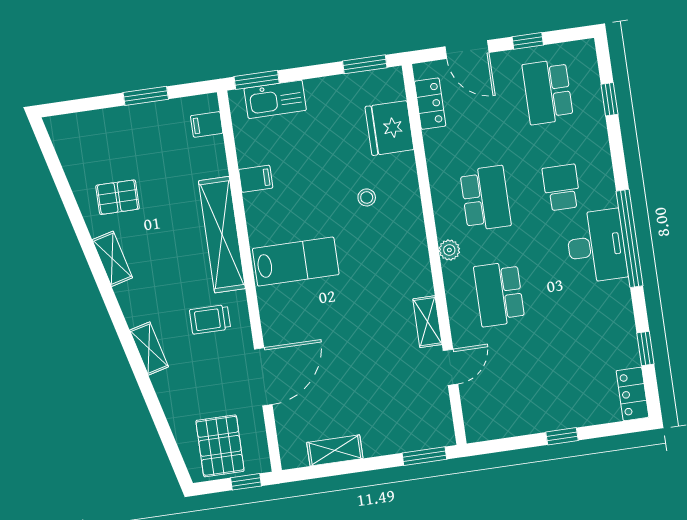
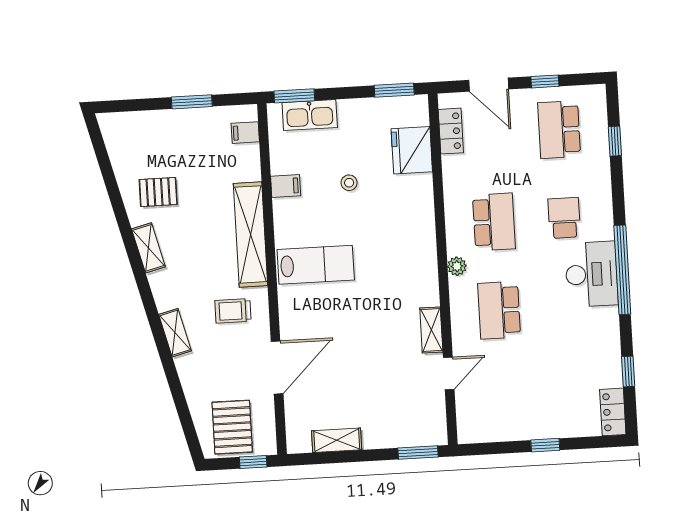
stool: (367, 197) -> (349, 183), moved

